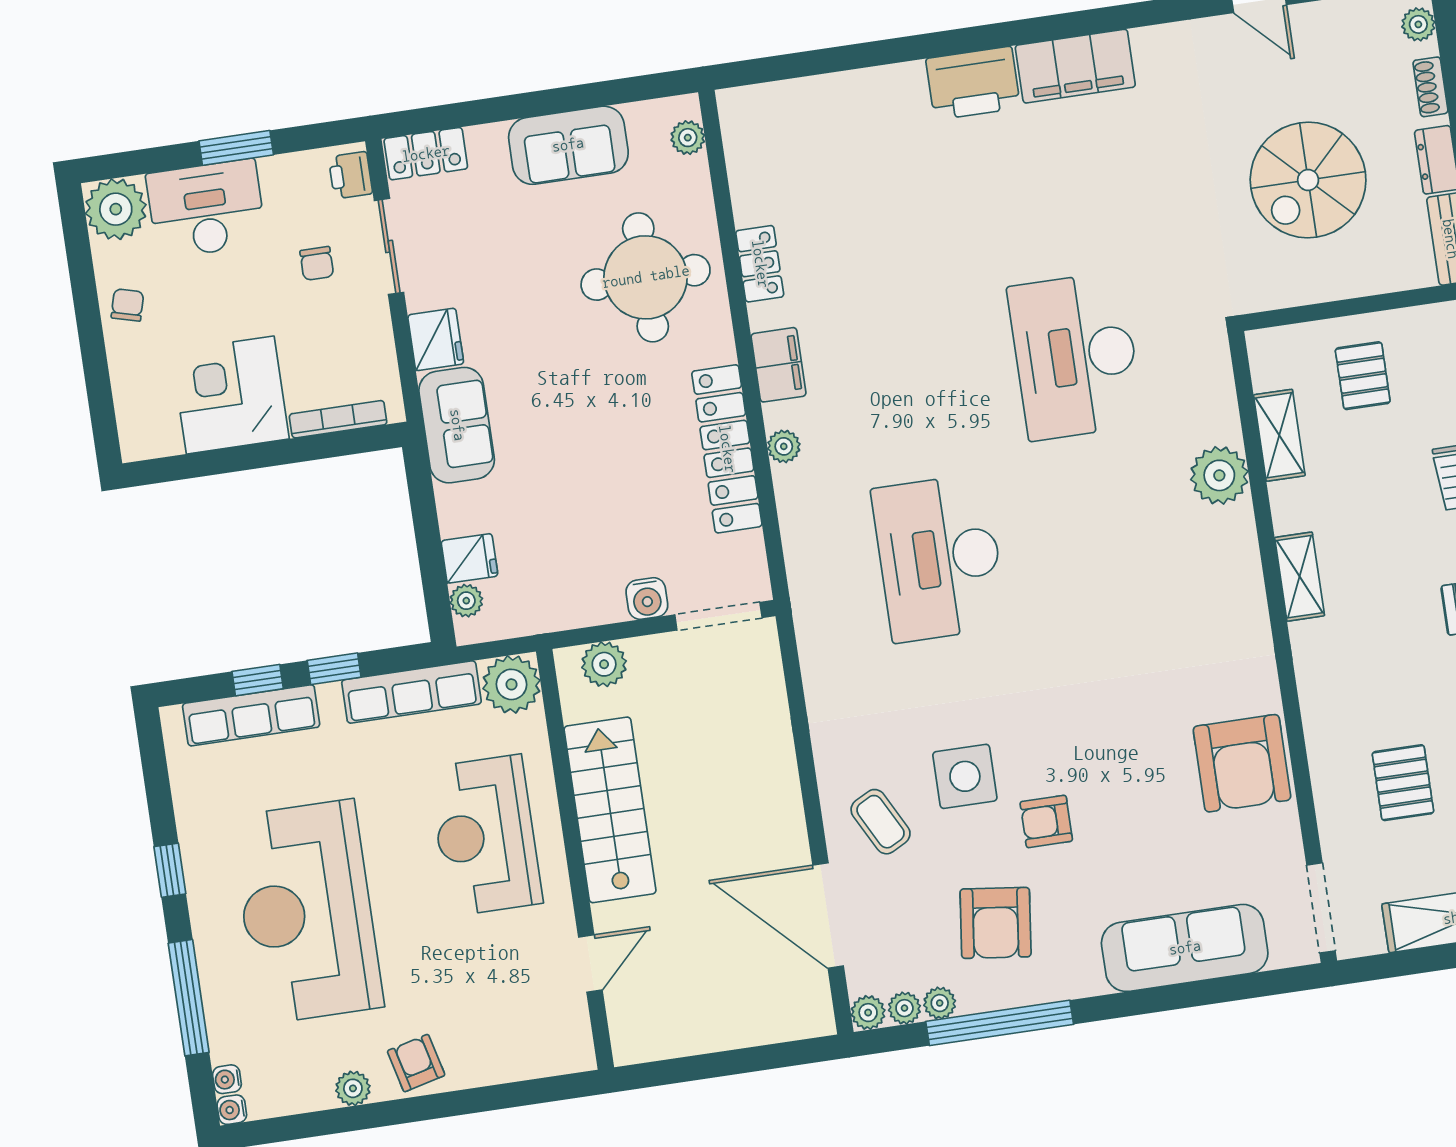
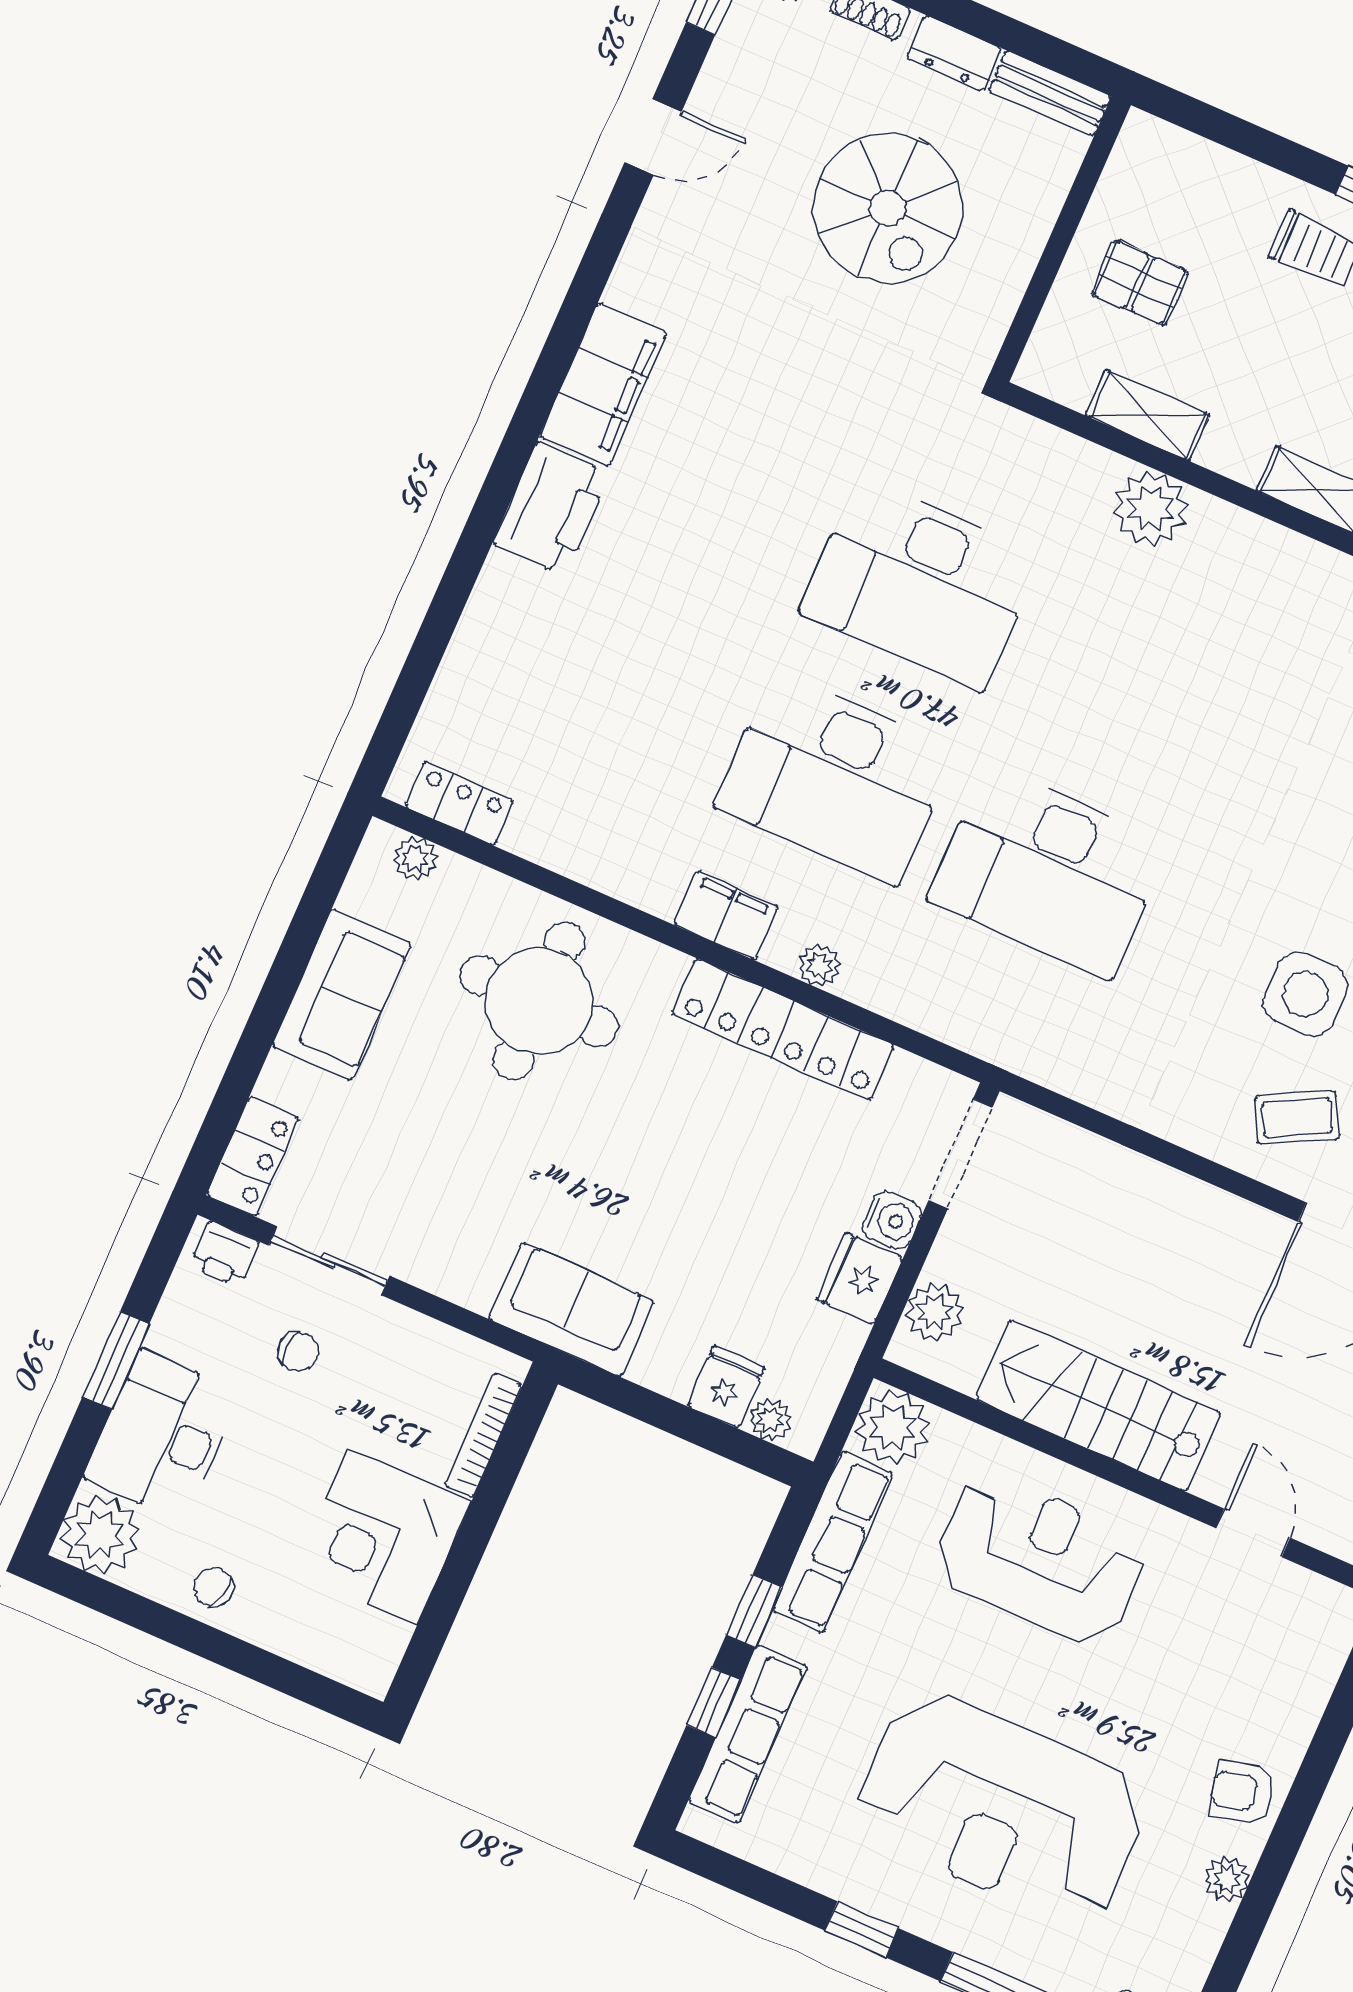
locker: (760, 264) -> (459, 803), moved
fridge: (436, 339) -> (860, 1278), moved, turned -90
desk: (913, 380) -> (835, 778), added
reception desk: (485, 835) -> (1040, 1560), turned 180

